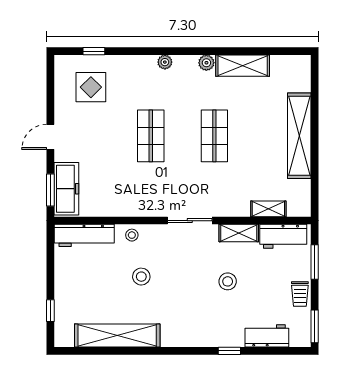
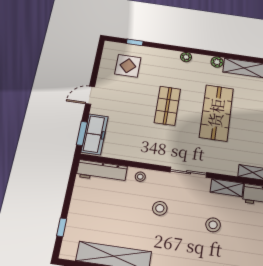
shop shelf: (214, 136) -> (216, 113), width x1.43, depth x1.36
stool: (141, 277) -> (160, 208), moved

